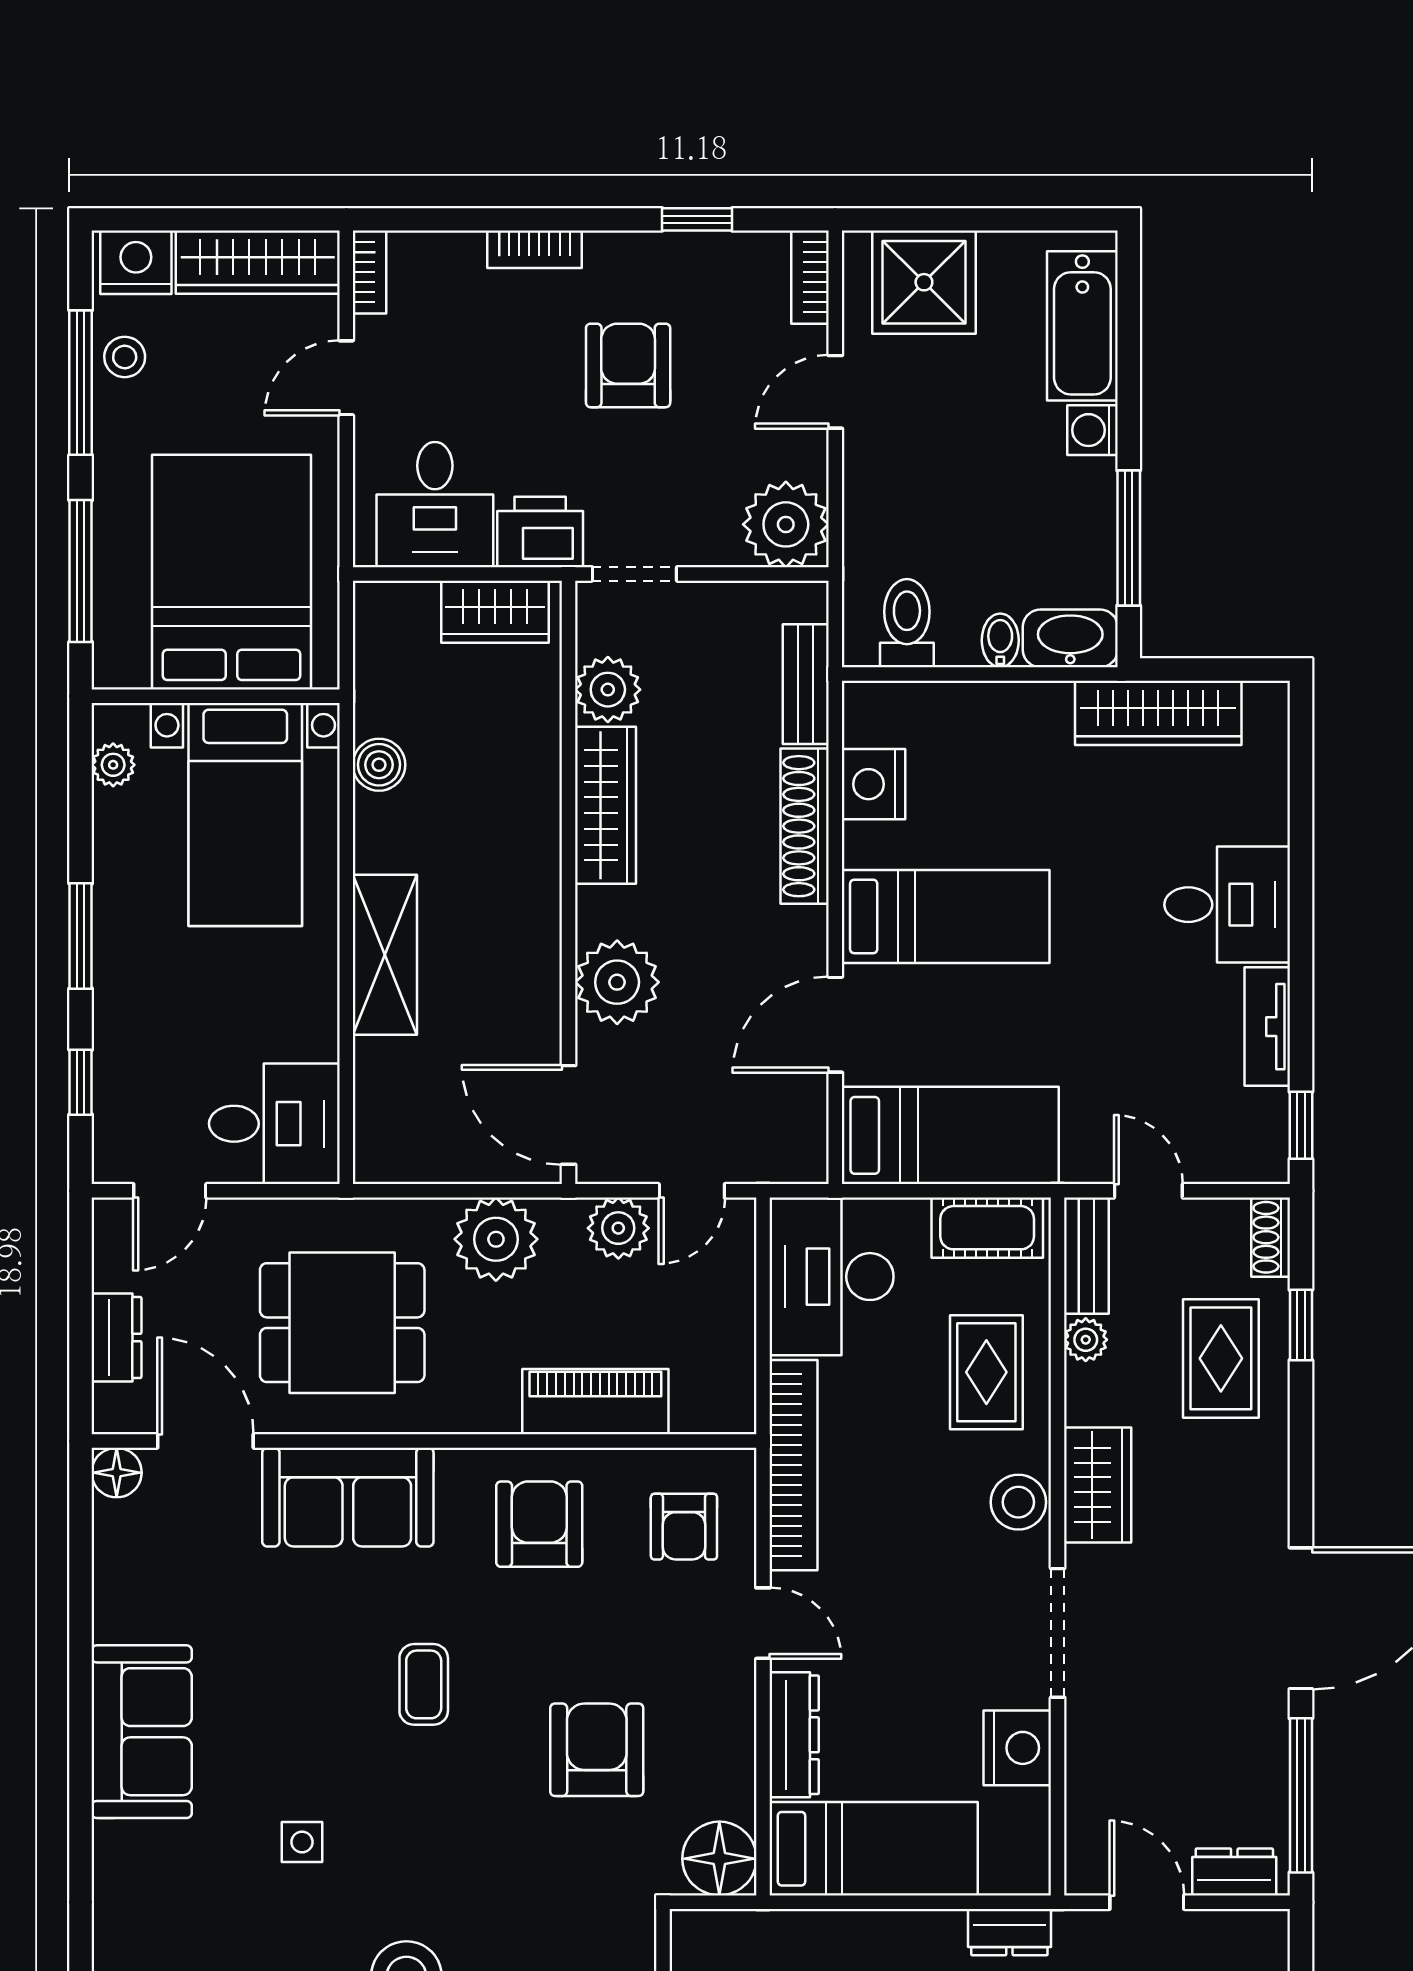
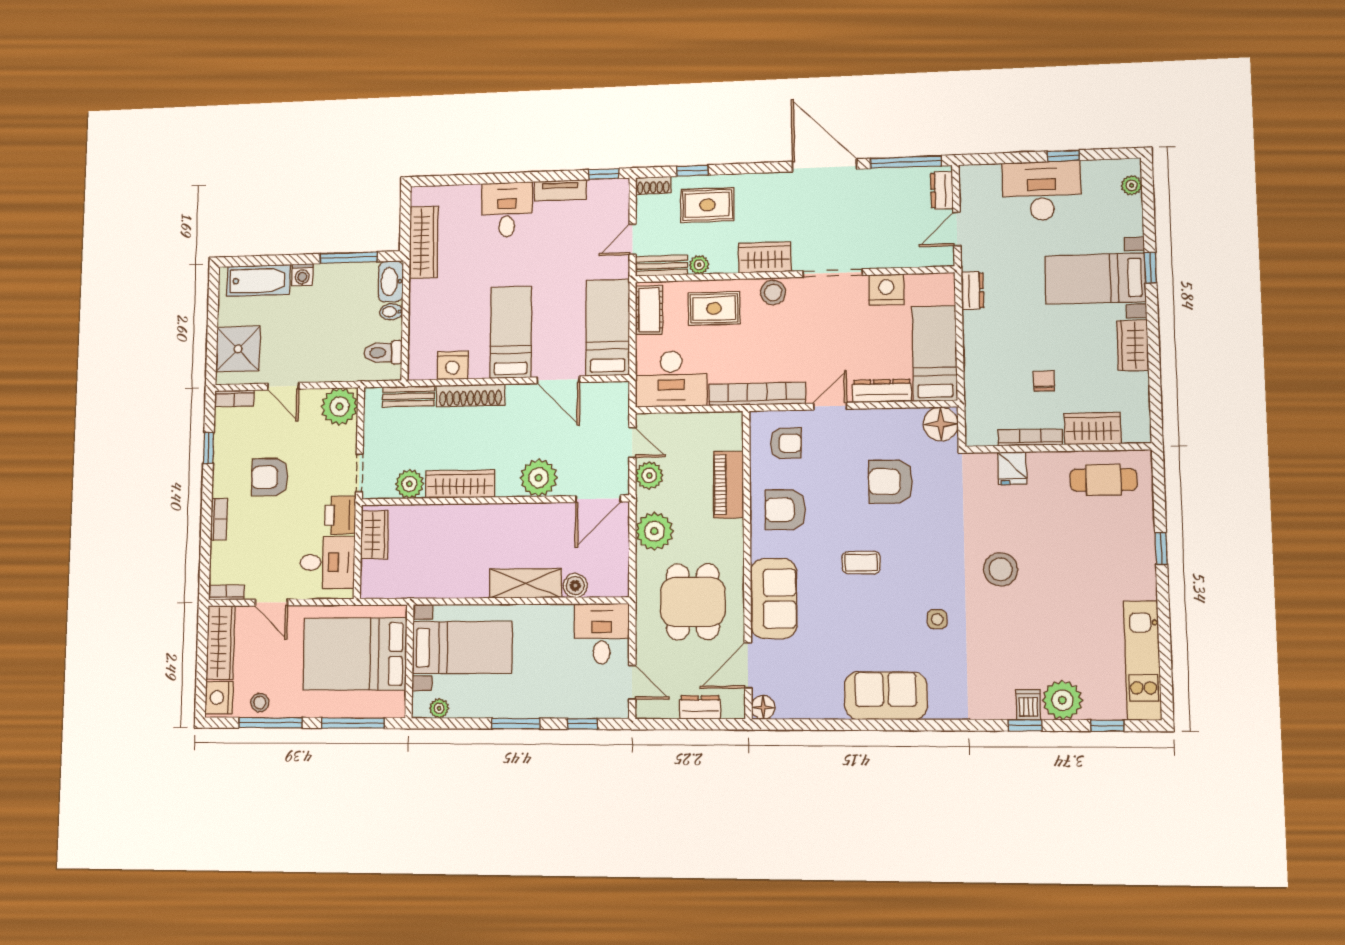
boiler: (379, 765) -> (575, 586), moved

